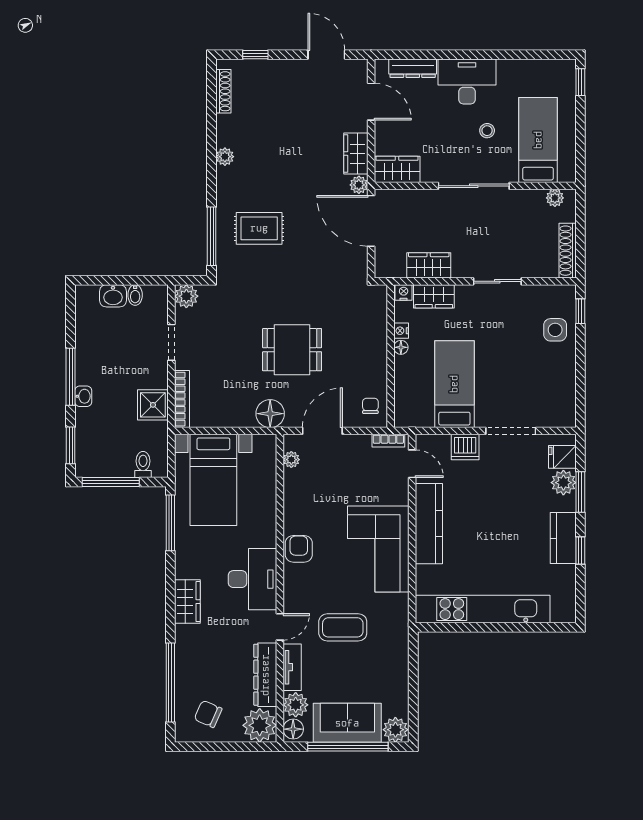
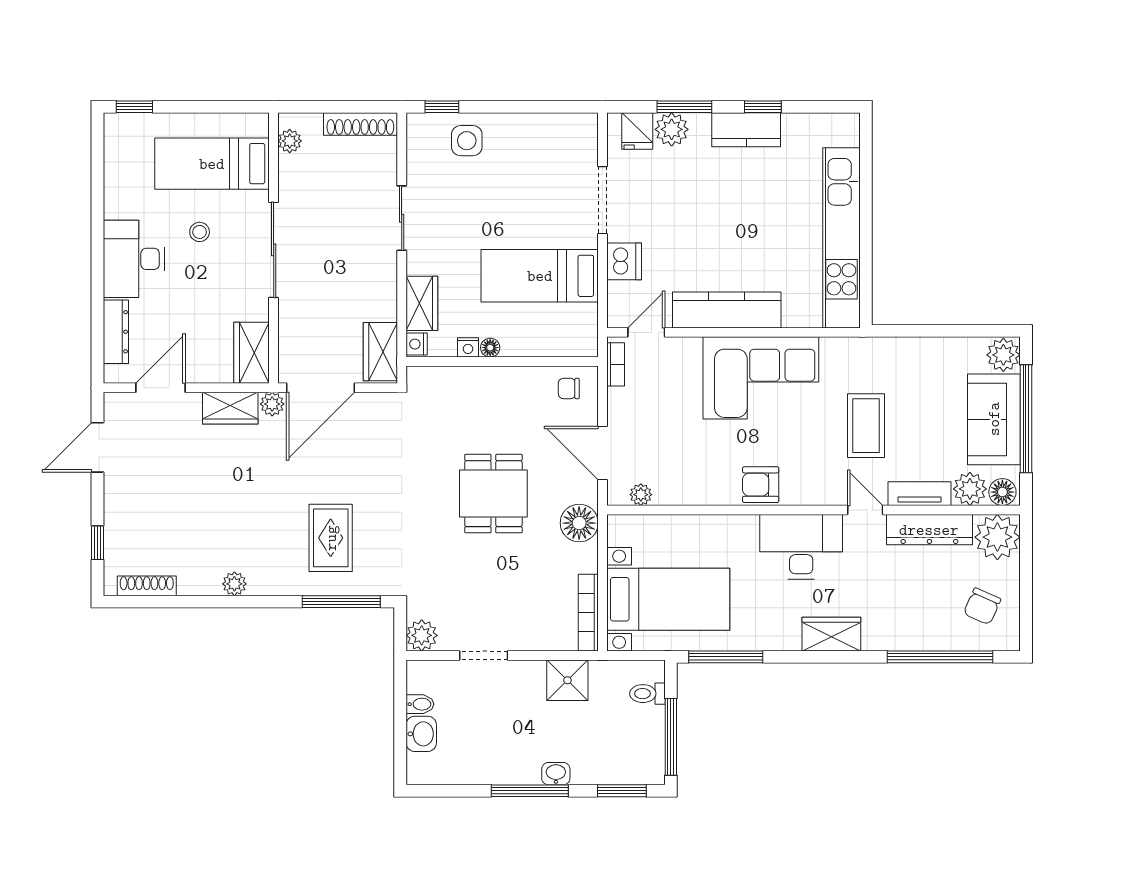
wardrobe: (429, 265) -> (380, 352), moved
bookcase: (182, 399) -> (588, 613), moved, turned -90

